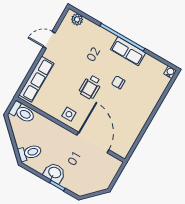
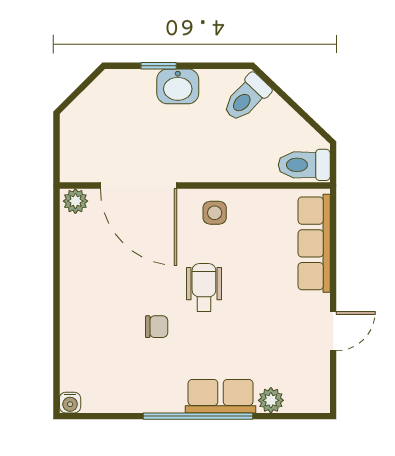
plant: (77, 19) -> (271, 400), moved
row of seats: (128, 51) -> (221, 396), moved
plant: (122, 151) -> (75, 201), added

